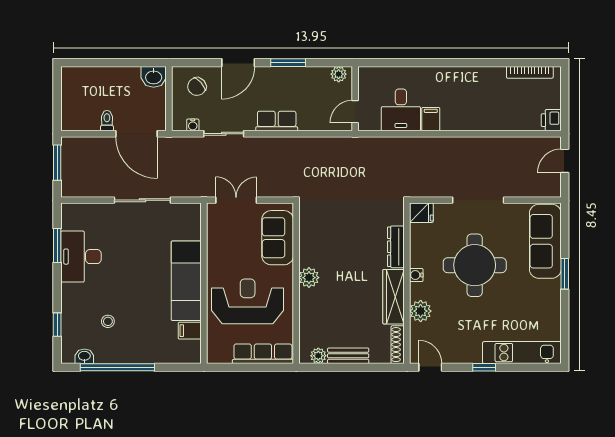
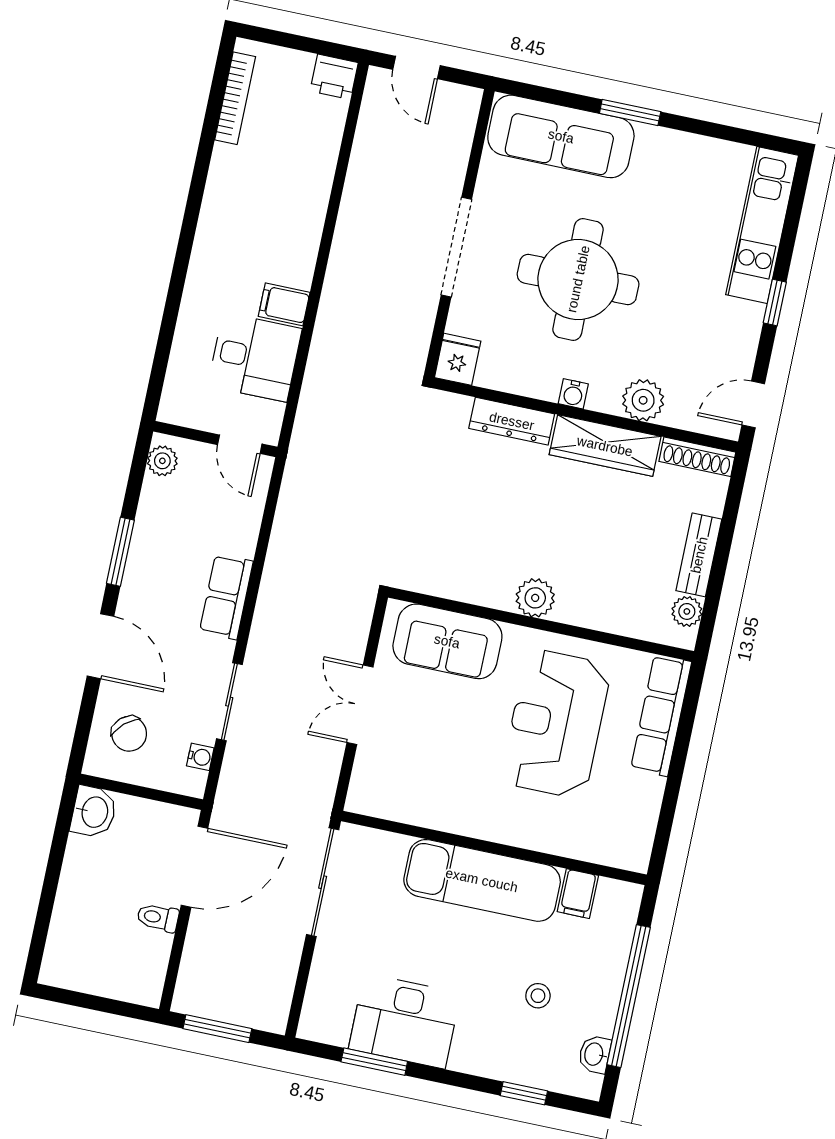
exam couch: (186, 281) -> (482, 880), moved
wall: (204, 283) -> (494, 848), moved
filing cabinet: (190, 331) -> (578, 894), moved

